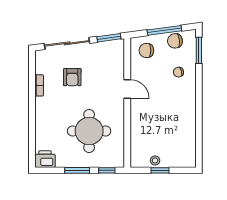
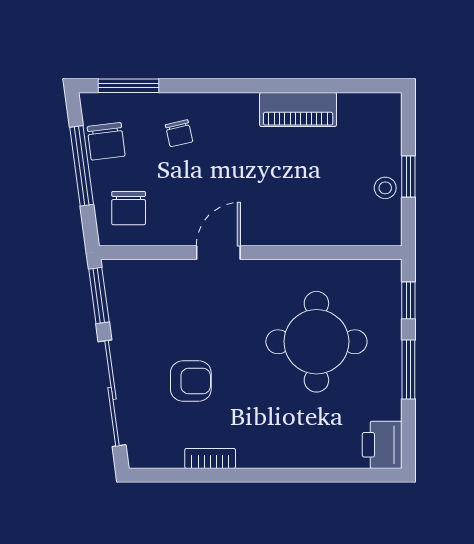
piano: (189, 123) -> (298, 109), added

